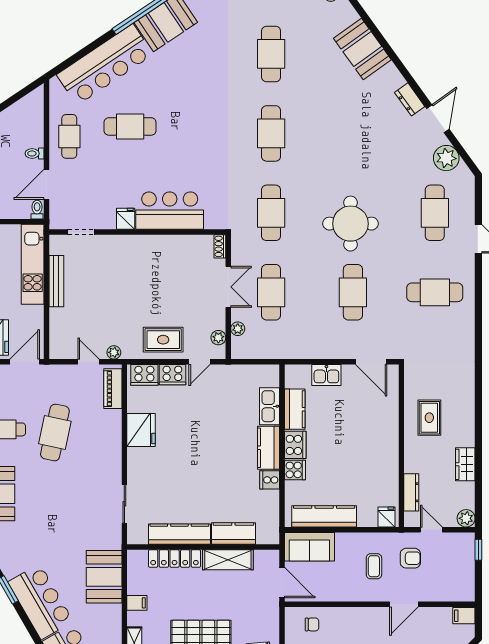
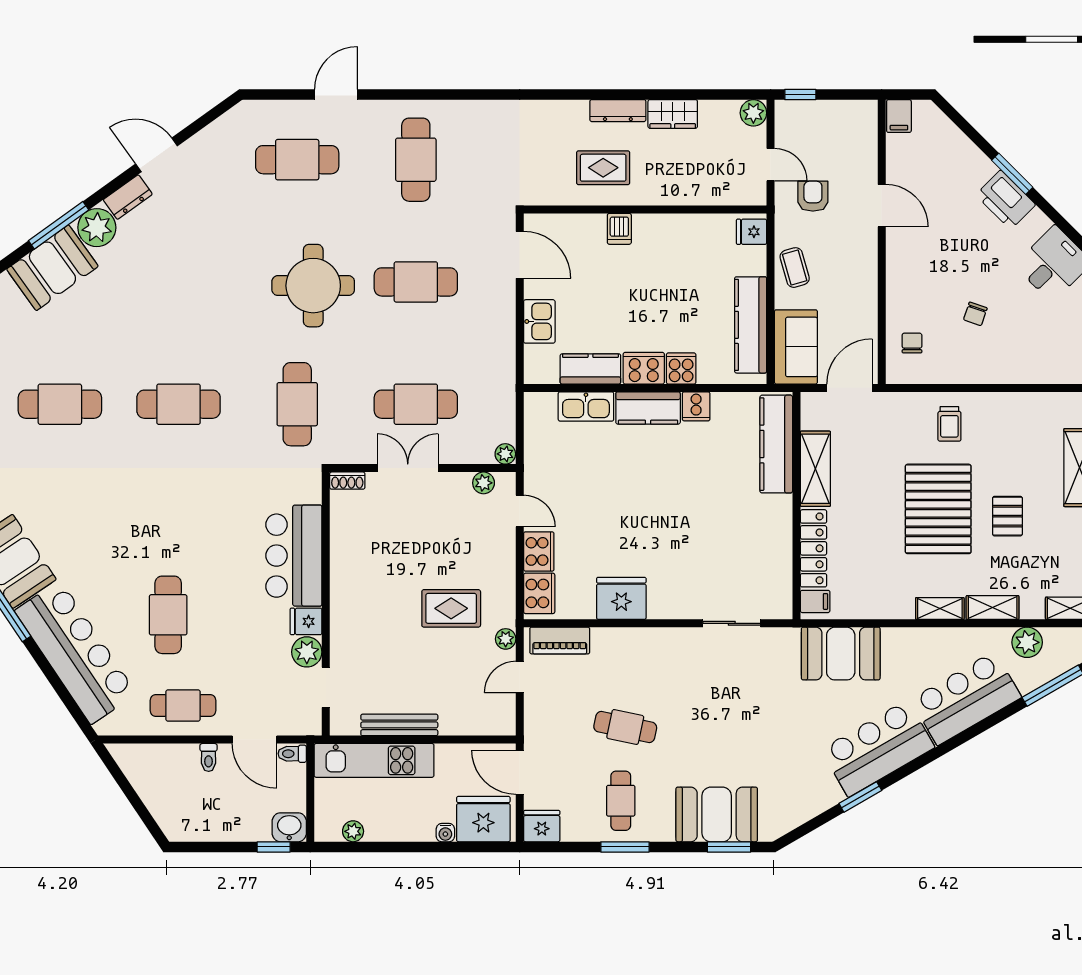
window: (391, 53) -> (59, 225), added
plant: (446, 158) -> (97, 228), moved
cafe table: (271, 213) -> (297, 404), turned 90
plant: (105, 219) -> (307, 652), added
plant: (238, 329) -> (505, 454), moved
rug: (163, 340) -> (451, 608), moved, turned 90
door: (371, 362) -> (520, 255), hinge flipped
dishwasher: (388, 429) -> (619, 229), added
cafe table: (55, 432) -> (625, 727), width x0.73, depth x0.74
dresser: (411, 492) -> (618, 111), moved, turned 180
door: (431, 530) -> (771, 165), swing flipped
kitchen counter: (179, 534) -> (777, 541), removed
kitchen counter: (233, 534) -> (776, 444), width x1.50
coffee table: (374, 566) -> (795, 268), moved, turned 74
filing cabinet: (137, 603) -> (815, 601), moved, turned 90

